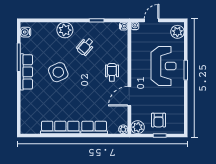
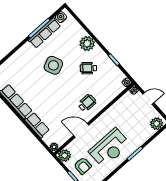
reception desk: (164, 66) -> (110, 148), moved
row of seats: (26, 72) -> (45, 33), moved
armchair: (159, 120) -> (83, 166), turned -90

